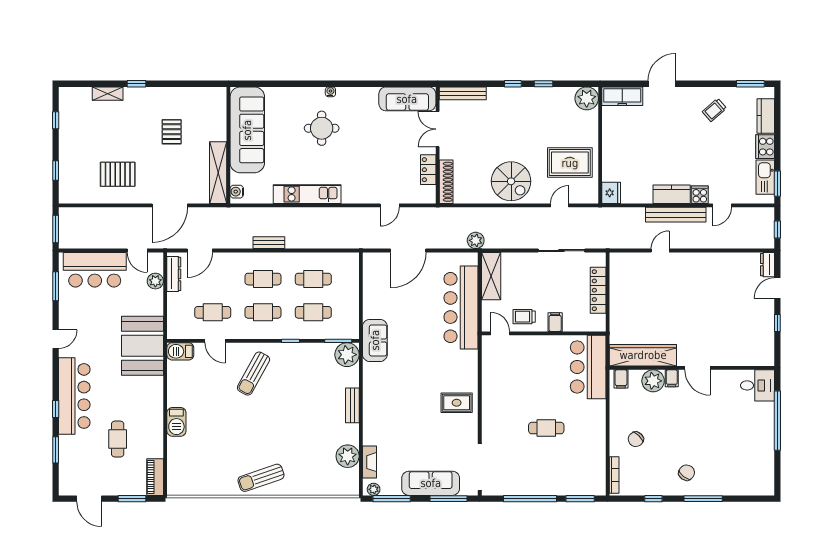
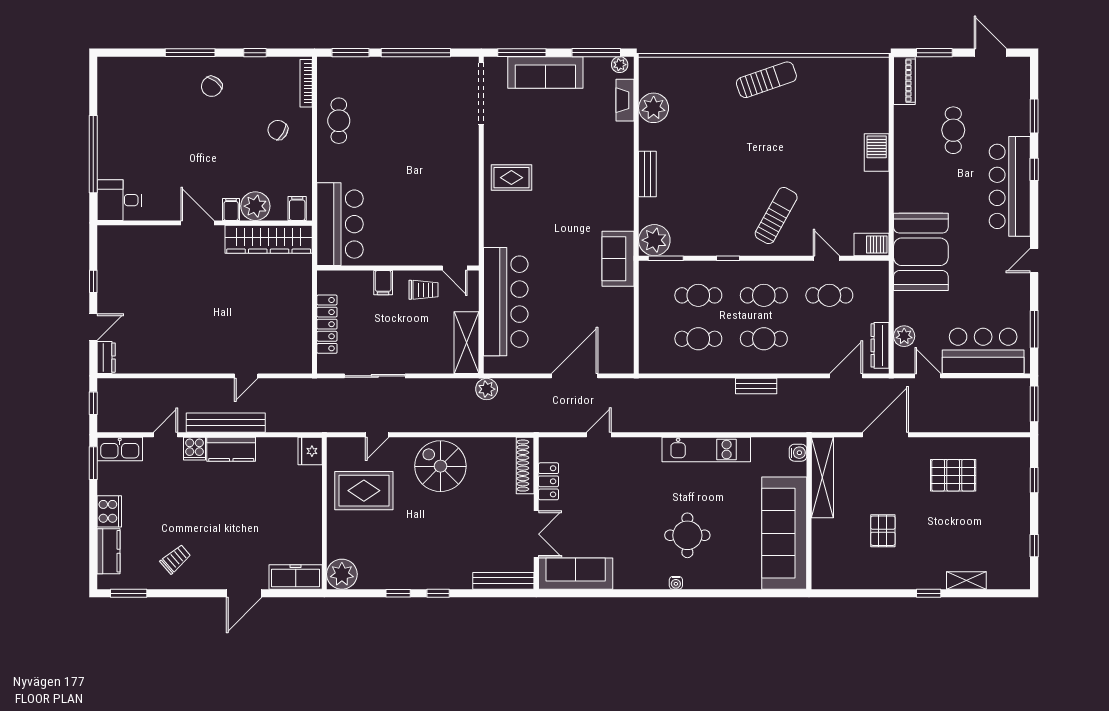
kitchen sink: (765, 177) -> (120, 449), moved, turned 90
cafe table: (546, 428) -> (339, 121), moved, turned 90
chair: (636, 439) -> (278, 130), turned -104

